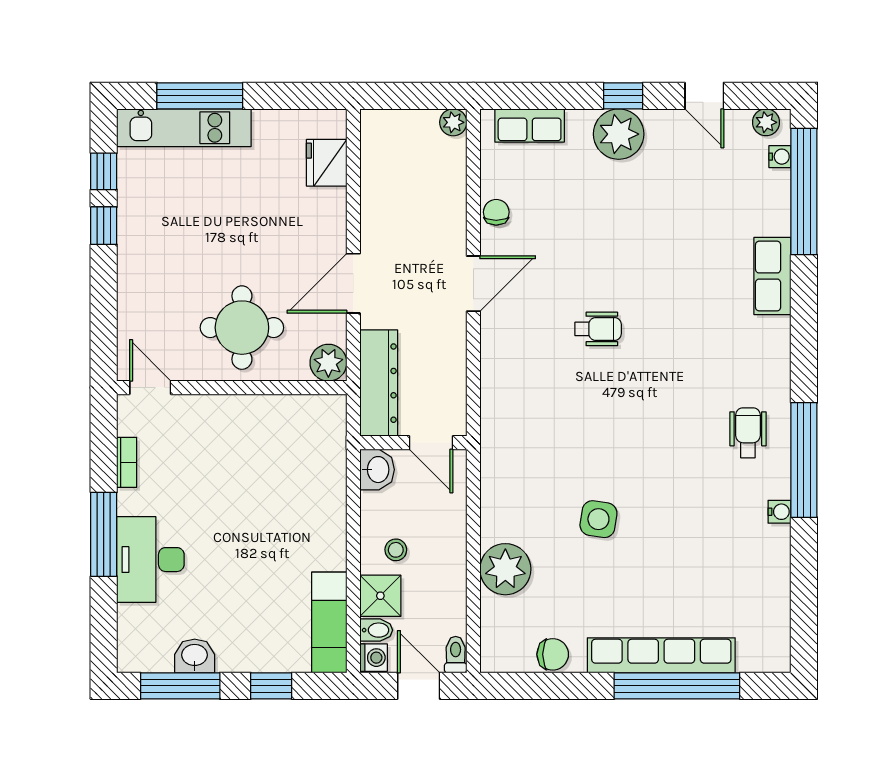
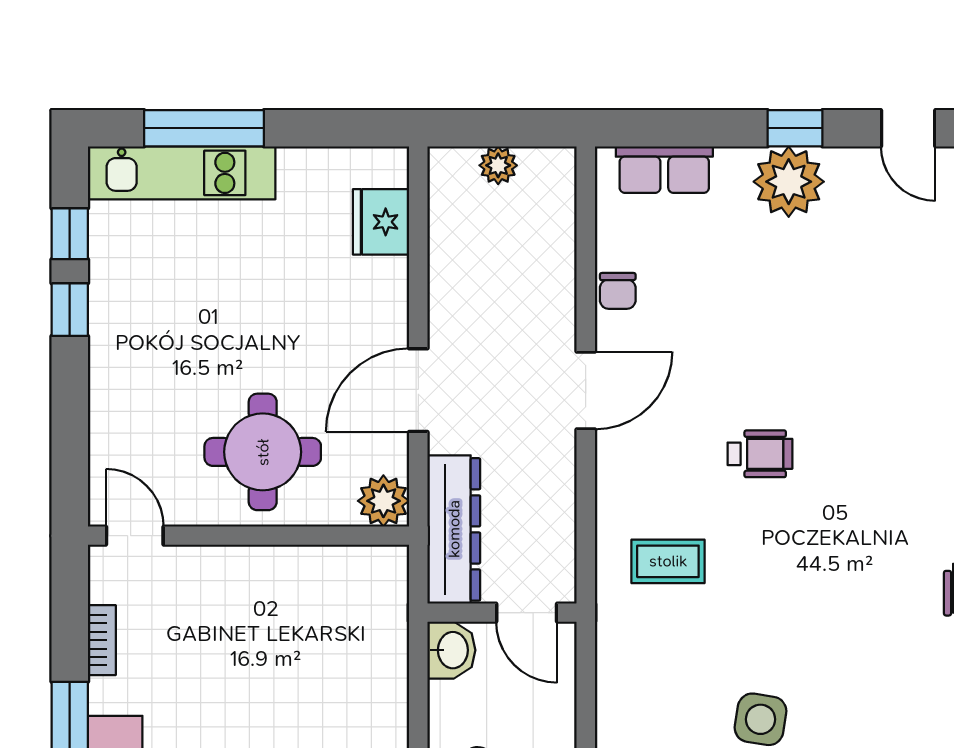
plant: (453, 122) -> (498, 165), moved
chair: (496, 212) -> (618, 291), turned 180
coffee table: (532, 406) -> (668, 561), added

